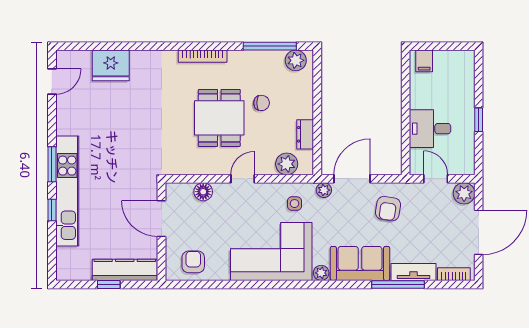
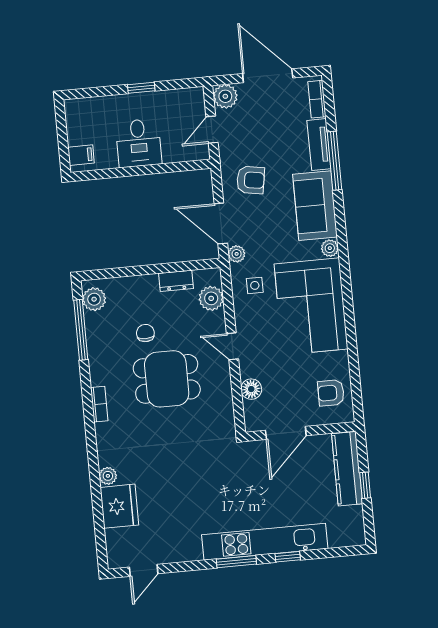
bookcase: (203, 56) -> (99, 404), width x0.64
plant: (138, 58) -> (108, 476), added
door: (52, 82) -> (144, 570), swing flipped
desk: (430, 129) -> (139, 143), moved

